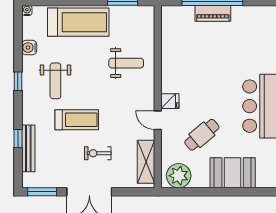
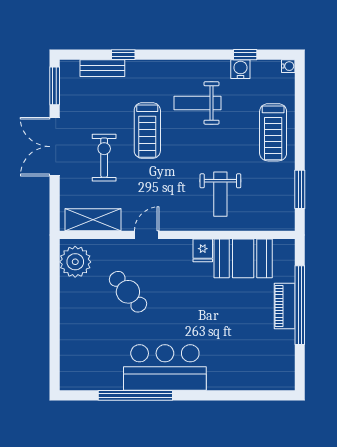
treadmill: (78, 22) -> (273, 132), width x0.73, depth x0.73
window: (18, 81) -> (245, 55), moved
fridge: (170, 101) -> (203, 250), moved
bench: (28, 148) -> (102, 68), width x0.73
exercise bike: (98, 153) -> (104, 158), width x1.38, depth x1.39
booth: (233, 173) -> (243, 258), moved, turned 90

